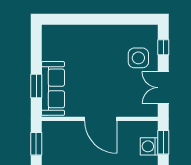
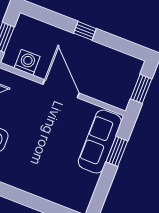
washing machine: (149, 146) -> (27, 62), moved, turned -90

